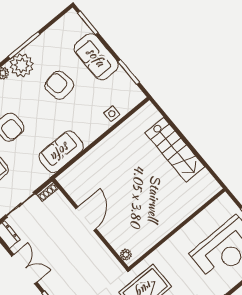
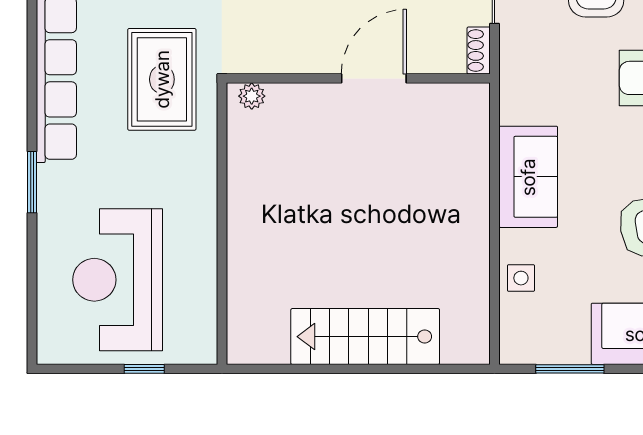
sofa: (61, 152) -> (528, 177), moved
door: (86, 219) -> (374, 78), swing flipped

